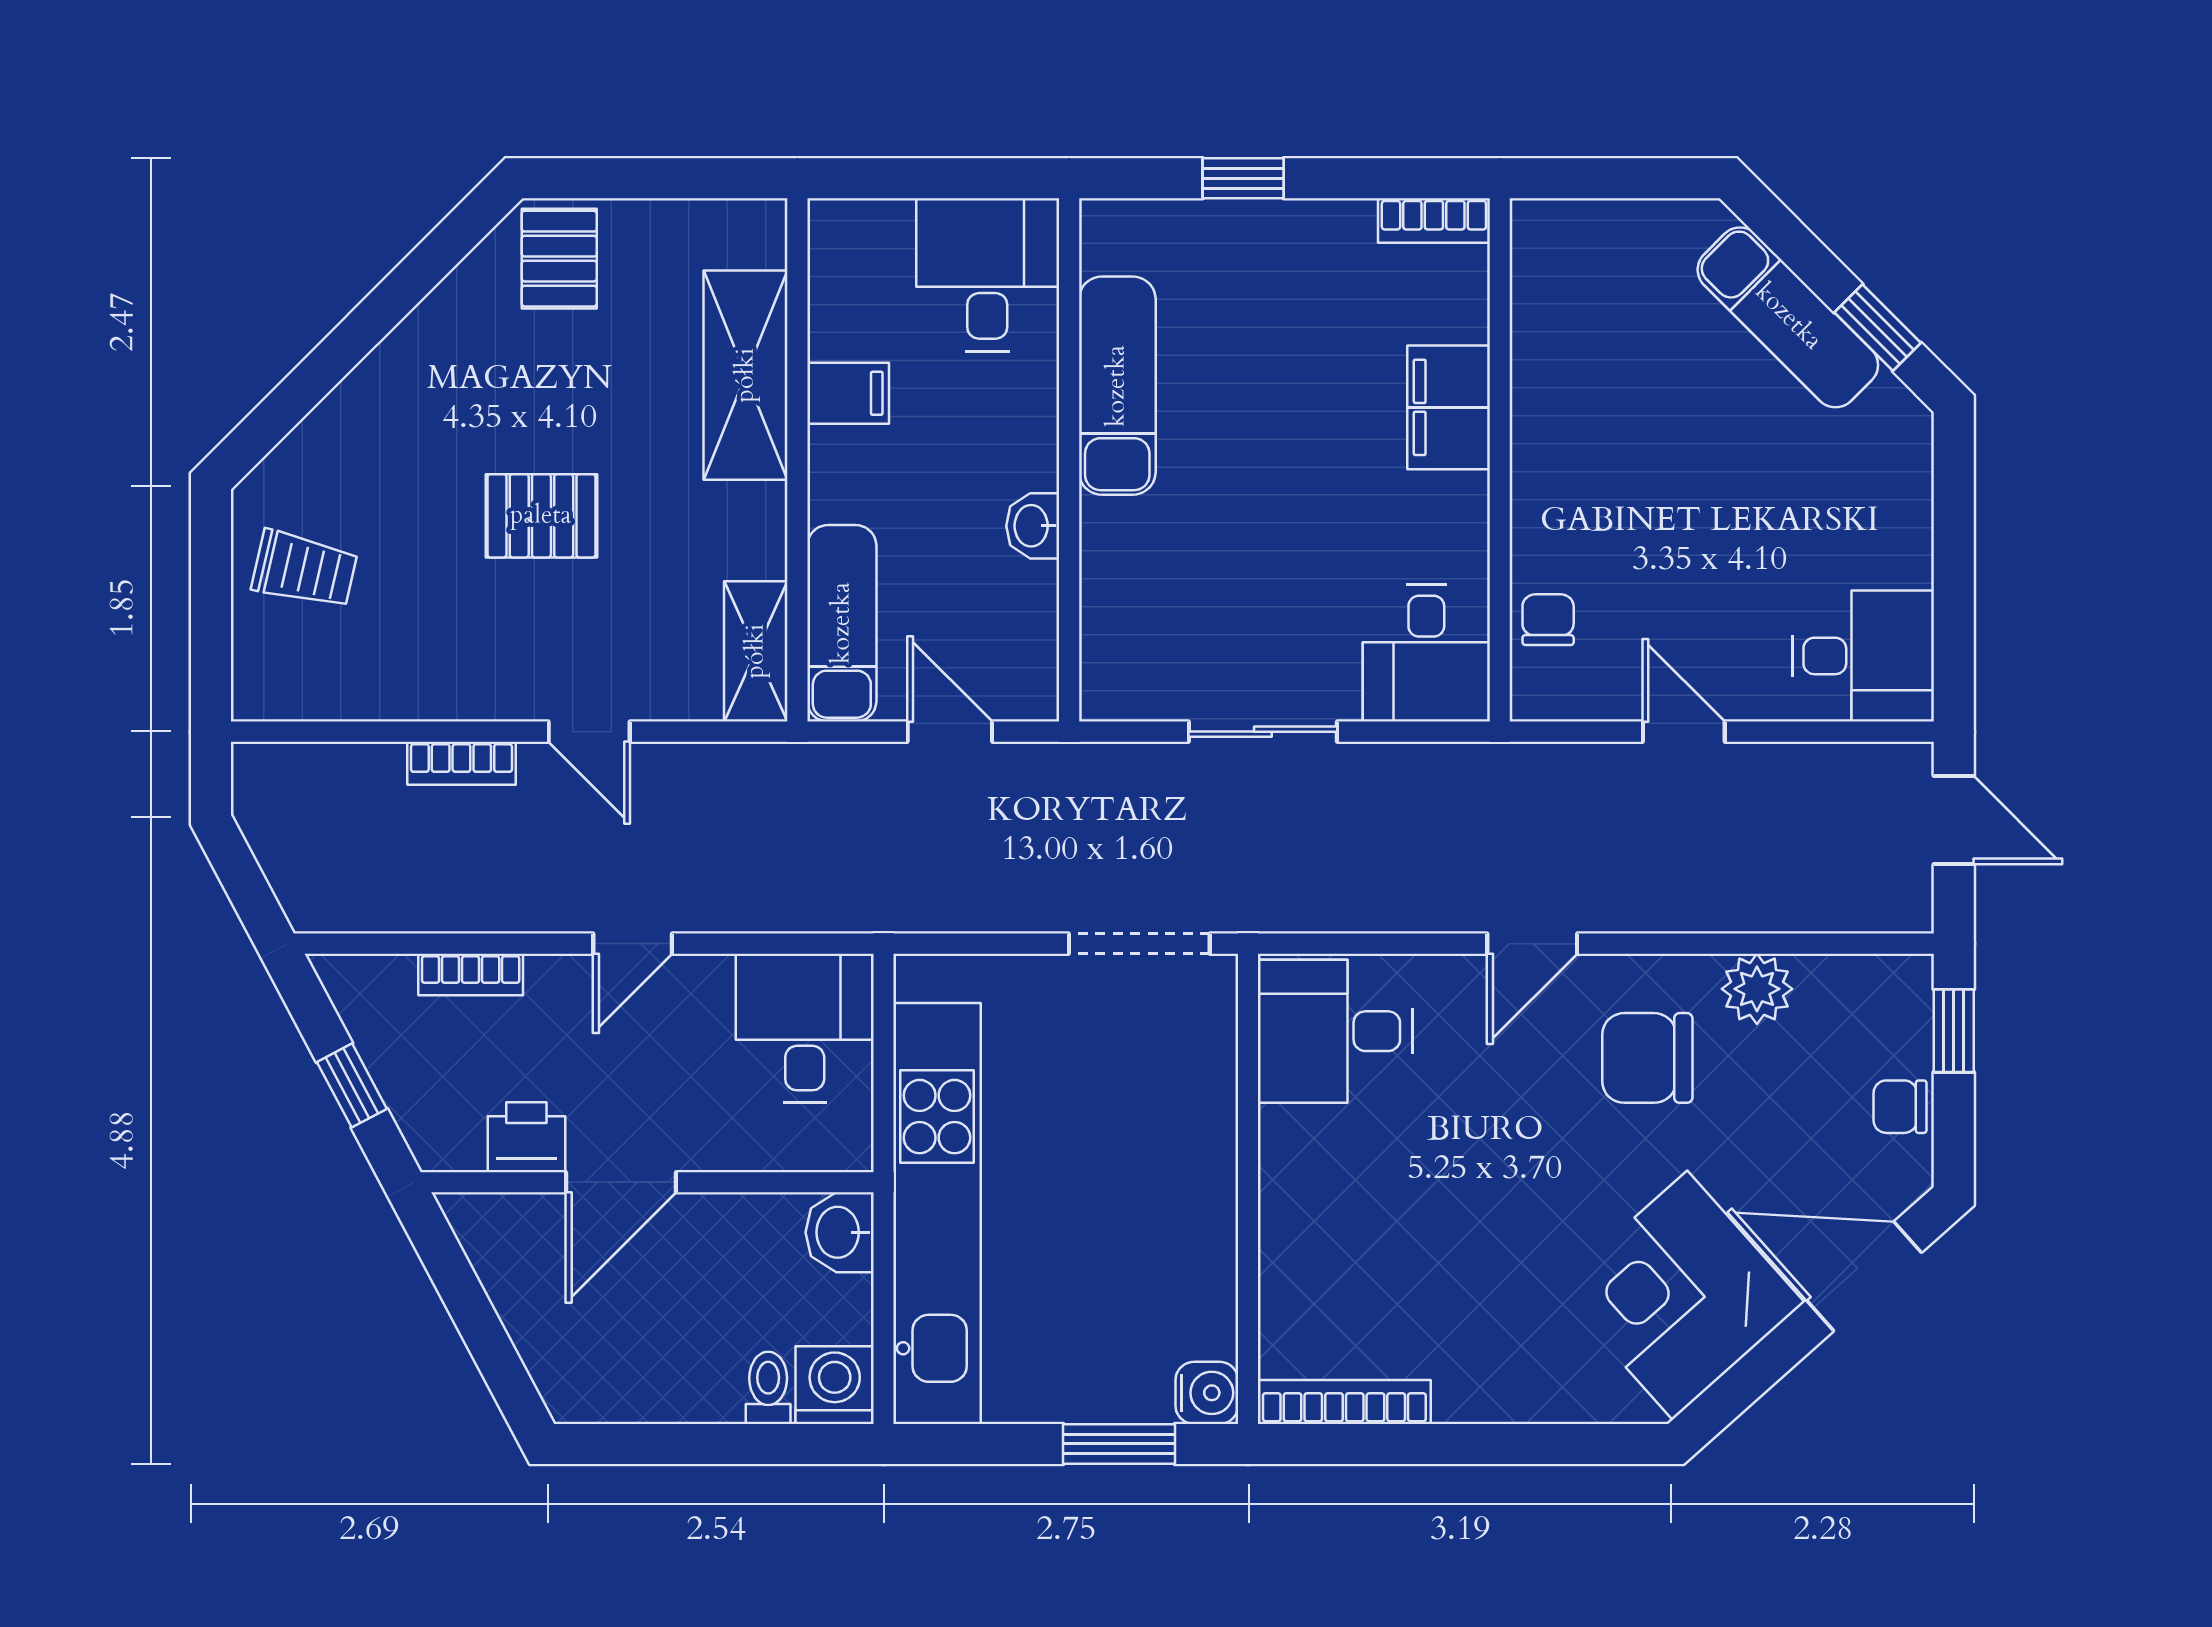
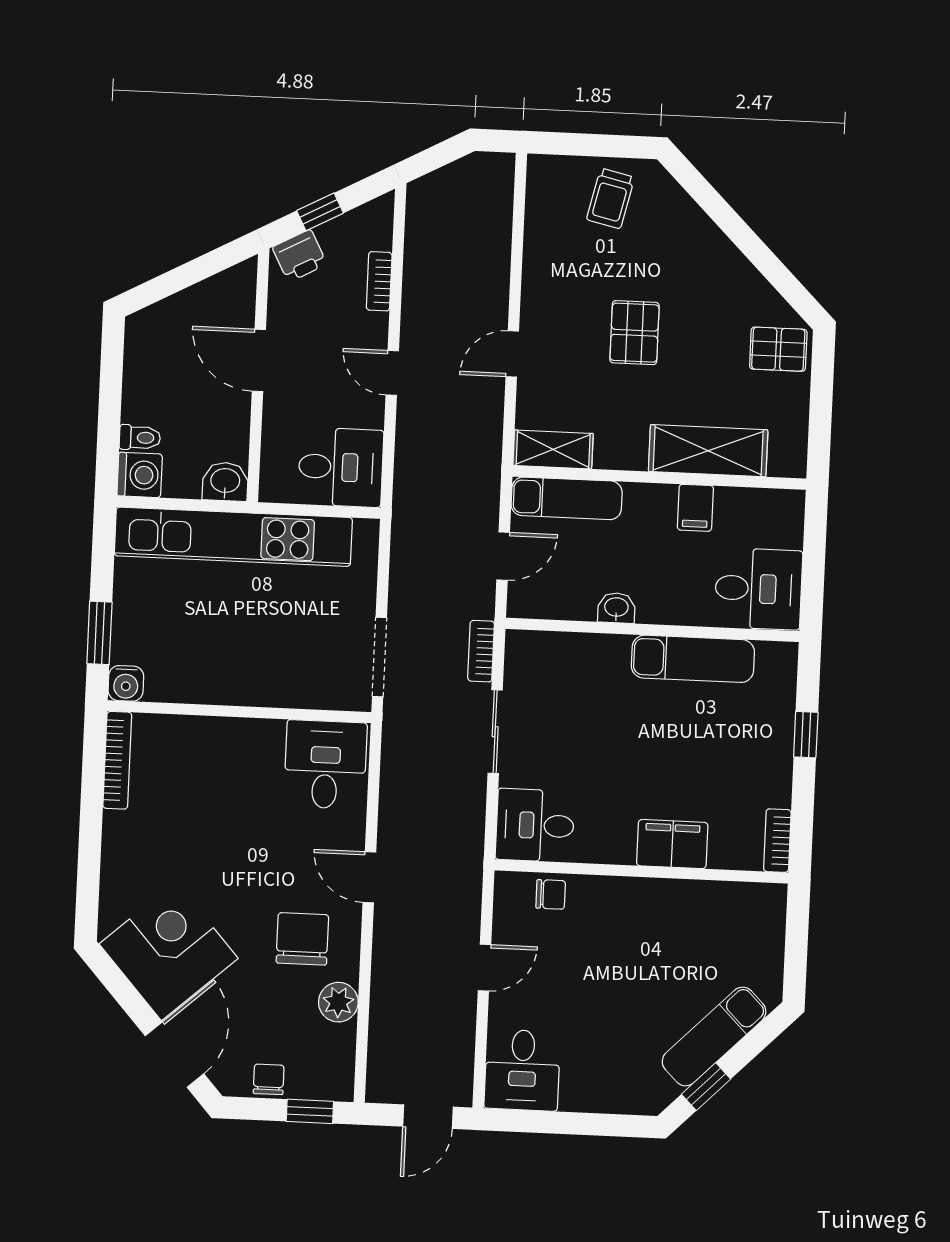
bookcase: (461, 763) -> (481, 651), moved
printer: (526, 1137) -> (300, 256), moved, turned 62

